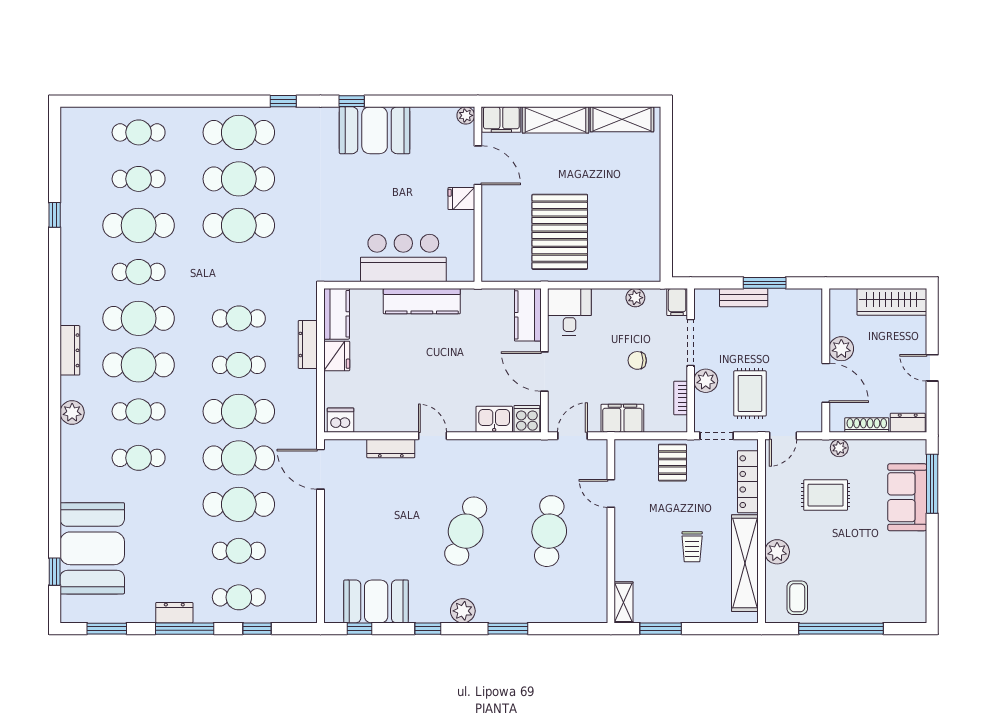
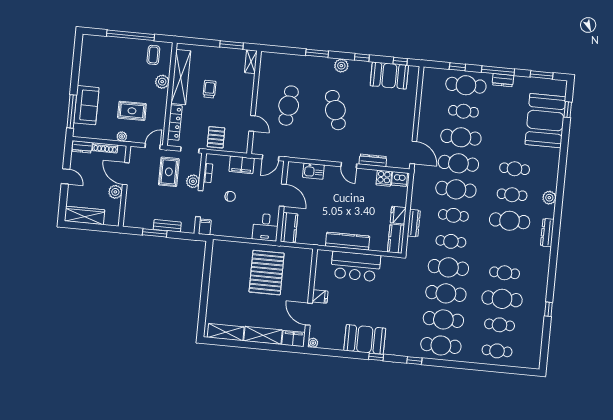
plant: (635, 298) -> (228, 232), removed
cafe table: (139, 318) -> (448, 267), moved
cooker: (527, 419) -> (384, 178), moved
cafe table: (466, 531) -> (335, 110), turned -39
cafe table: (239, 597) -> (466, 85), width x1.37, depth x1.35

